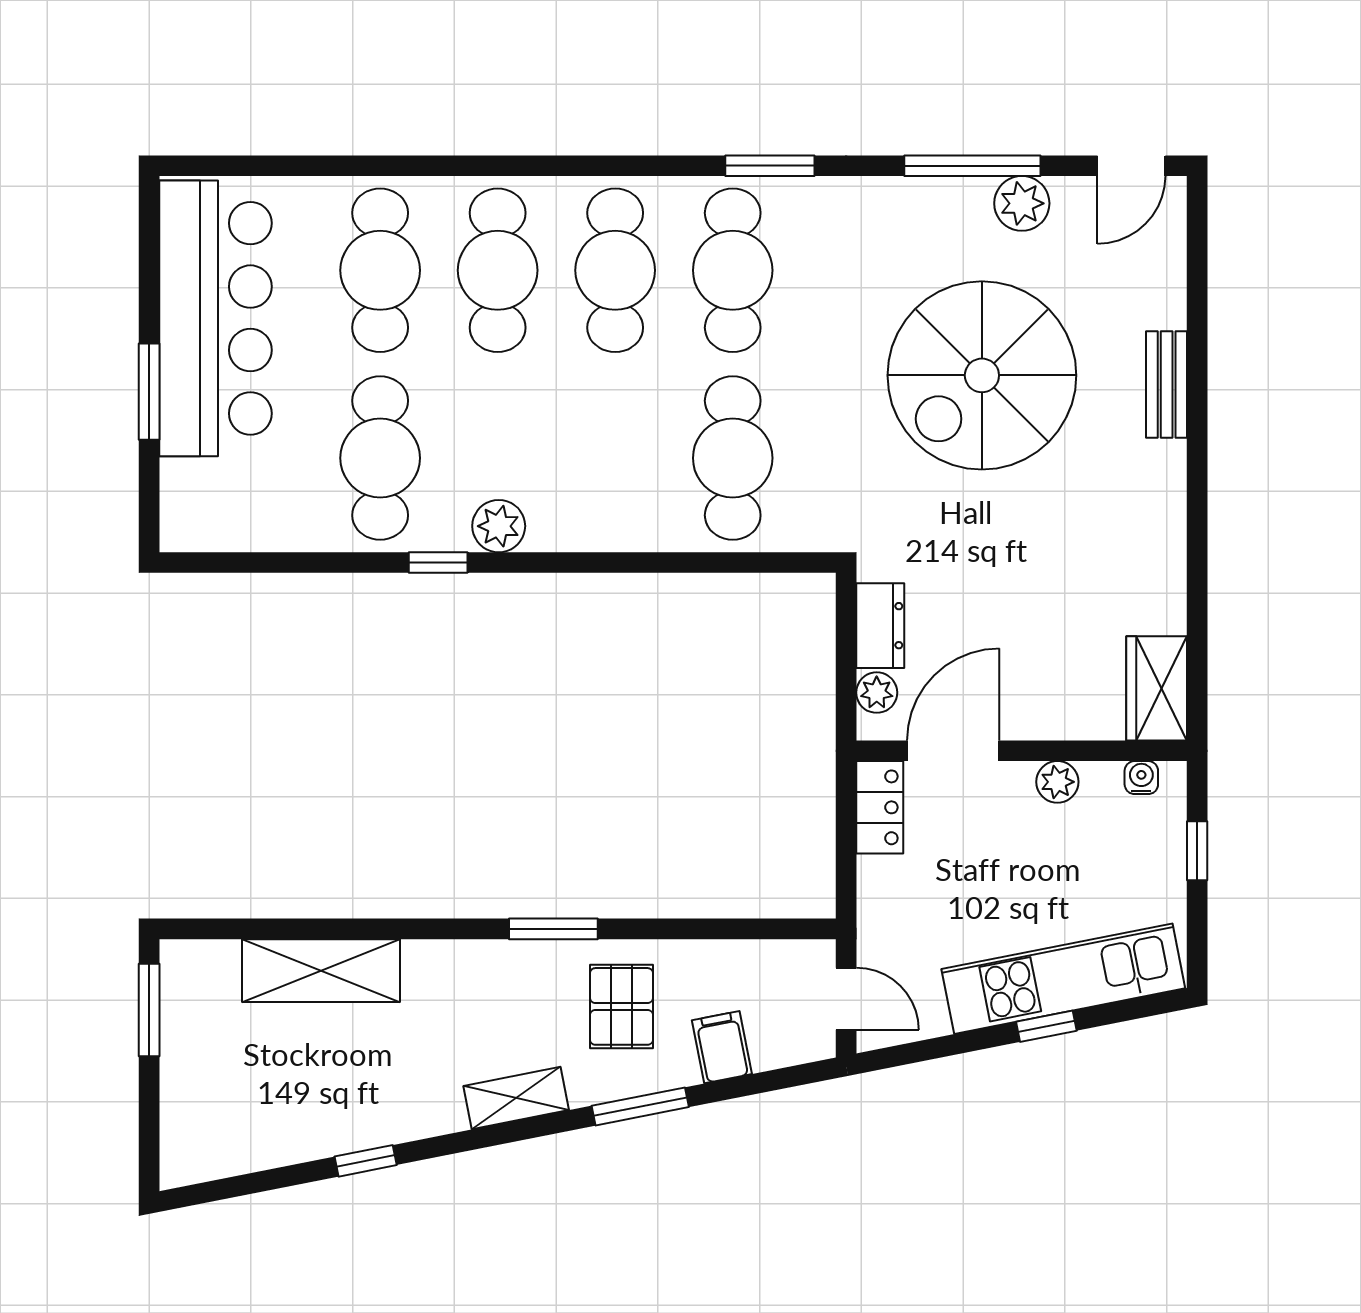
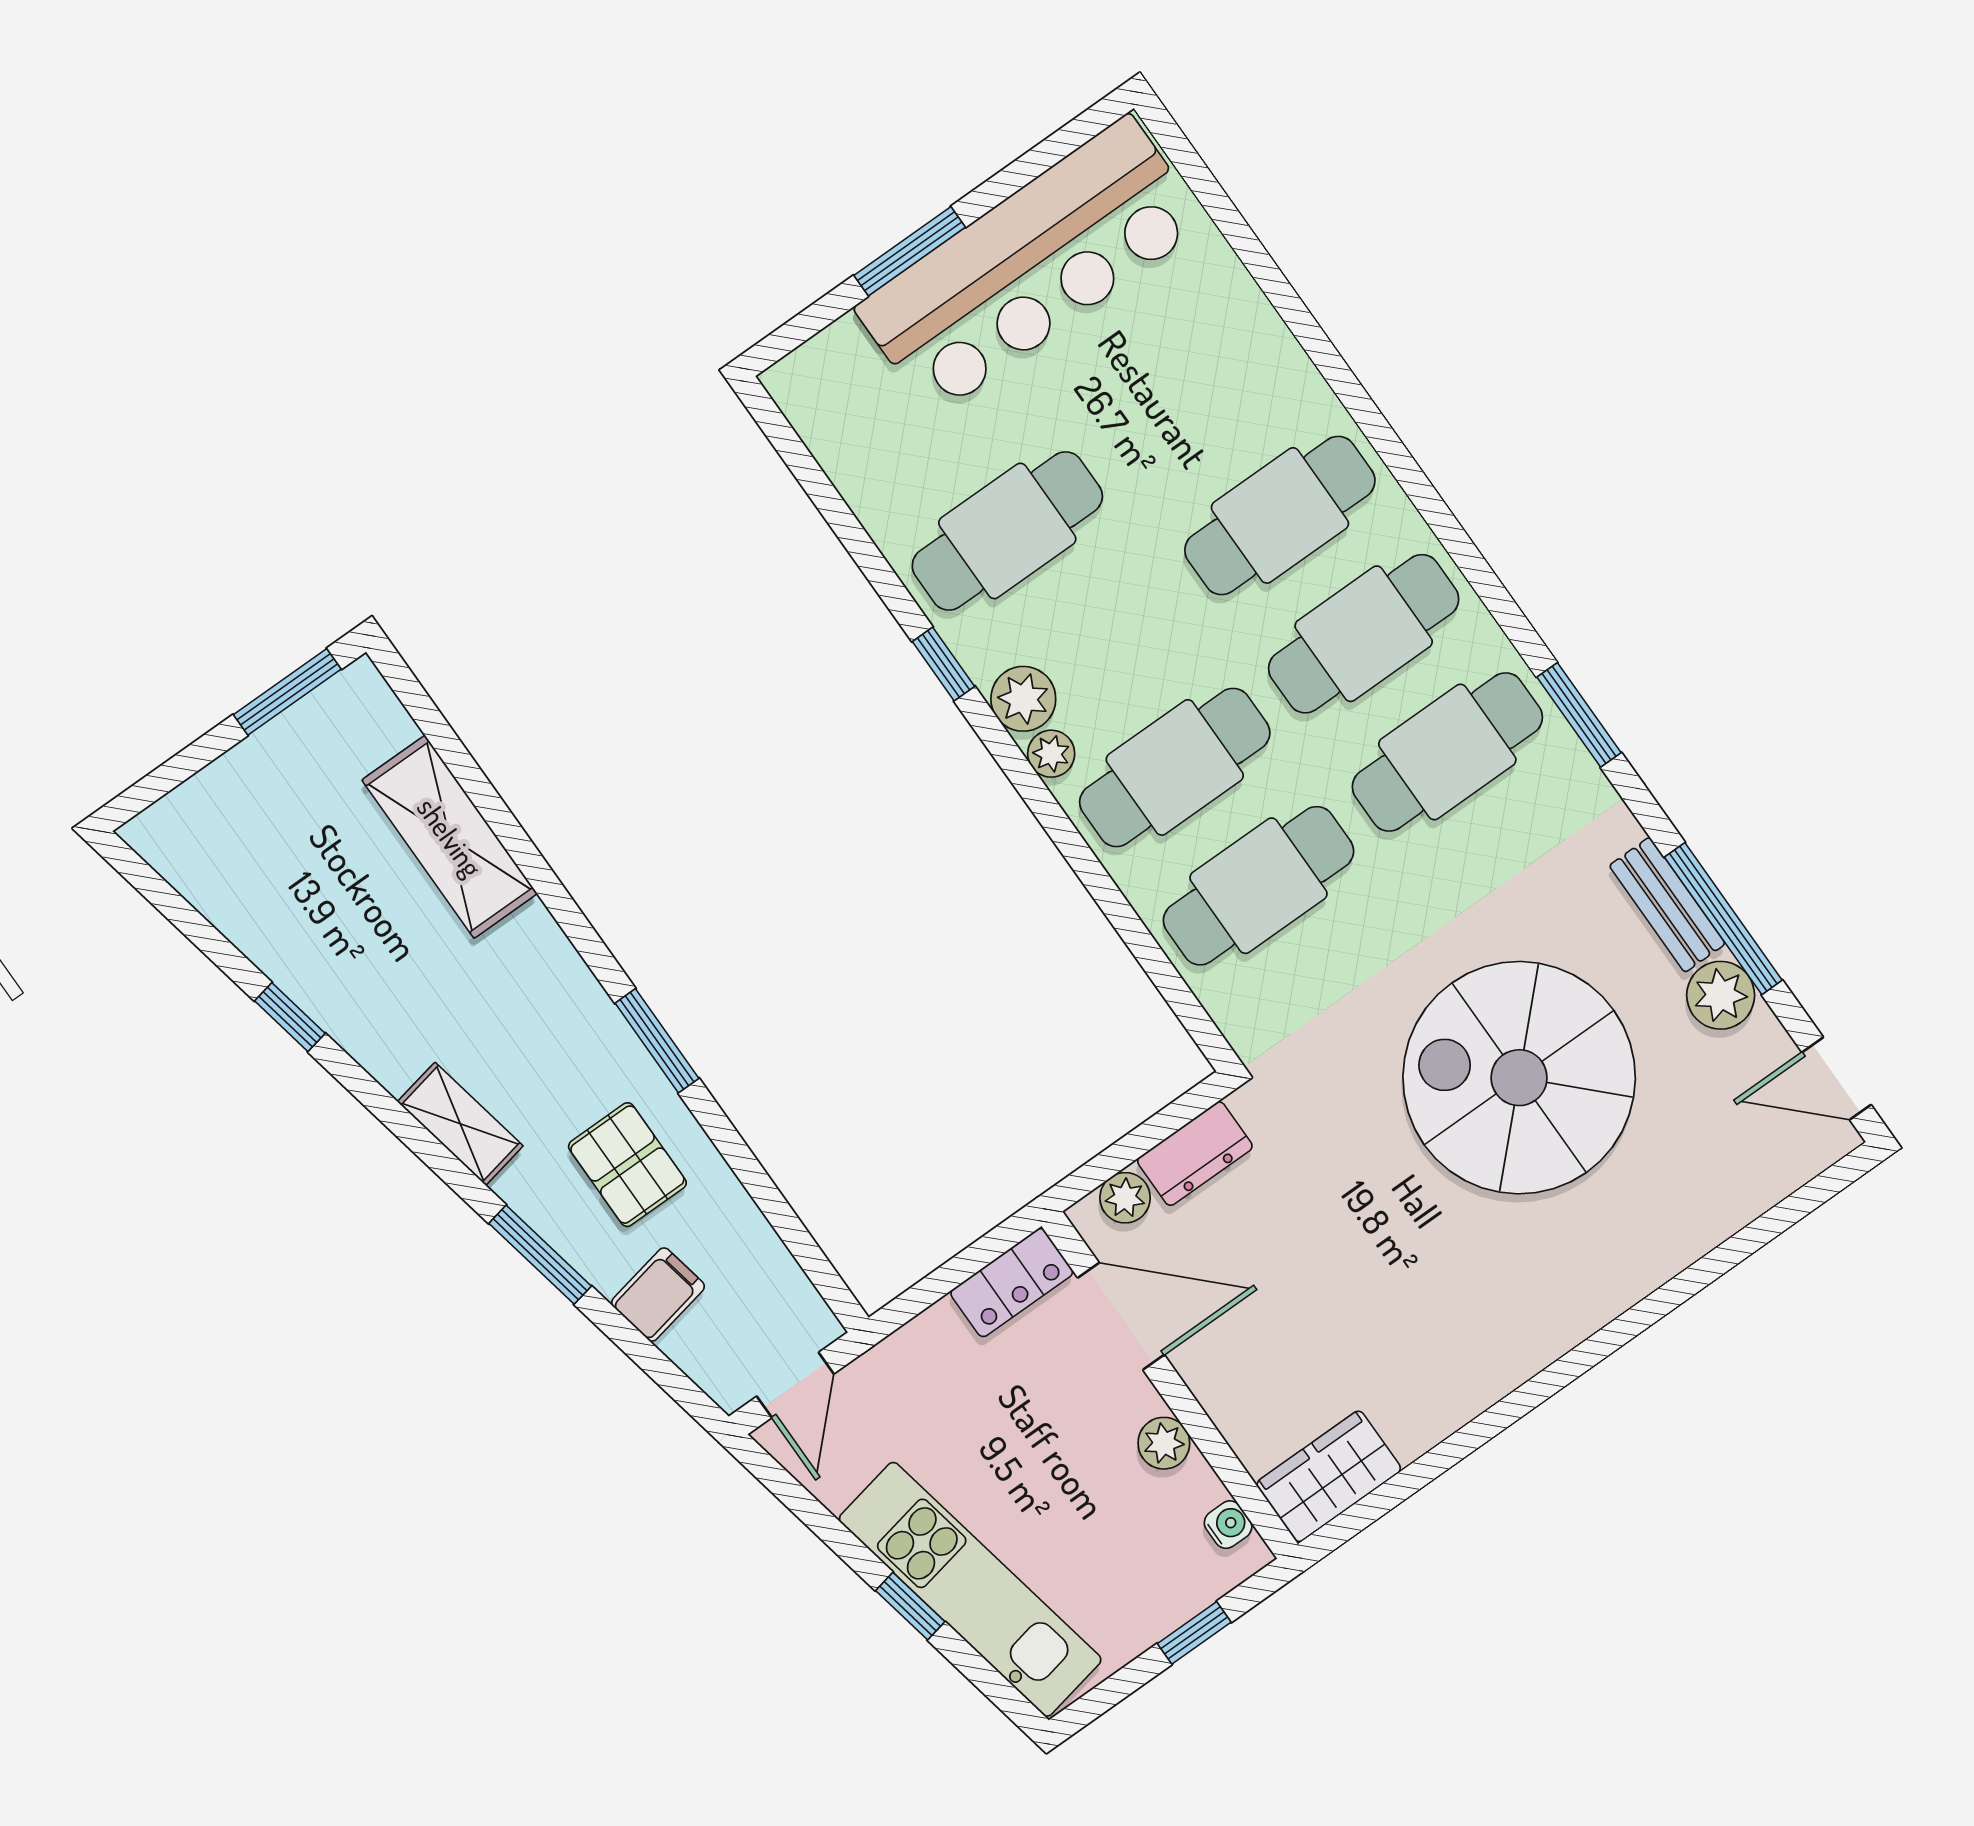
cafe table: (380, 270) -> (1175, 767), moved
bench: (1167, 385) -> (1667, 905), moved, turned 90
plant: (548, 533) -> (1051, 754), added
pallet: (621, 1006) -> (627, 1165), turned 90

